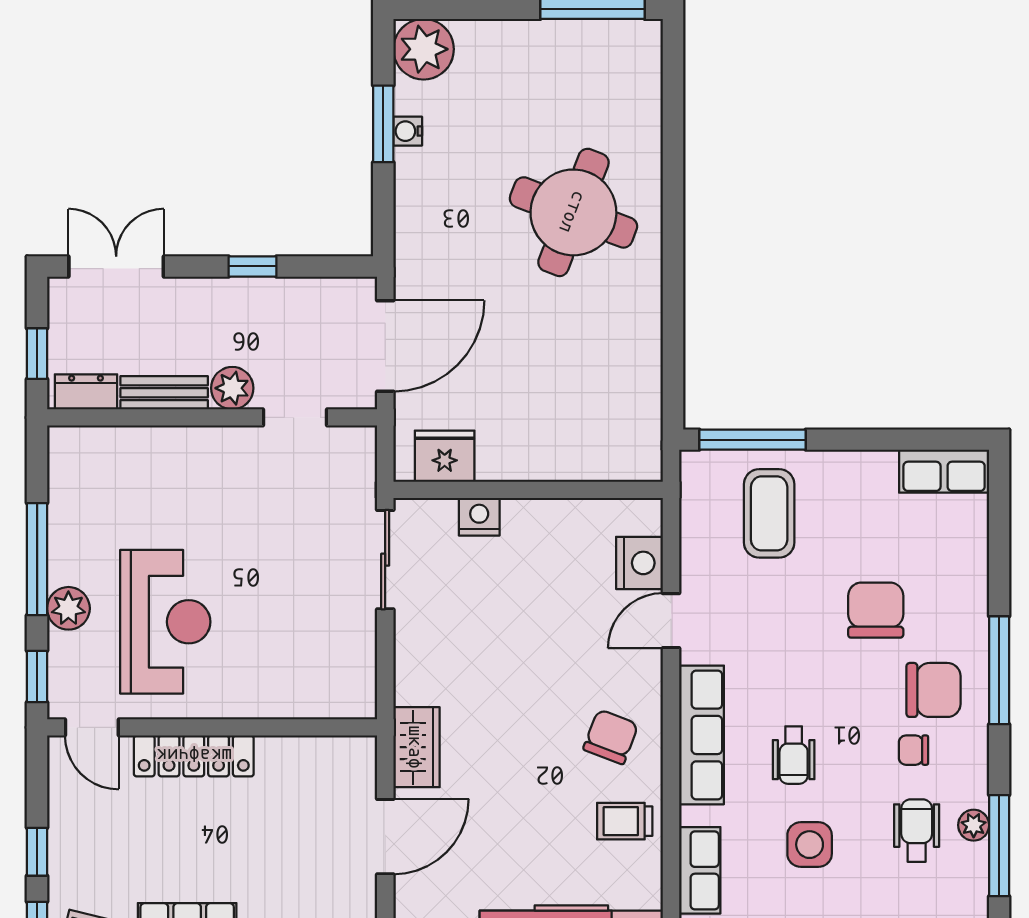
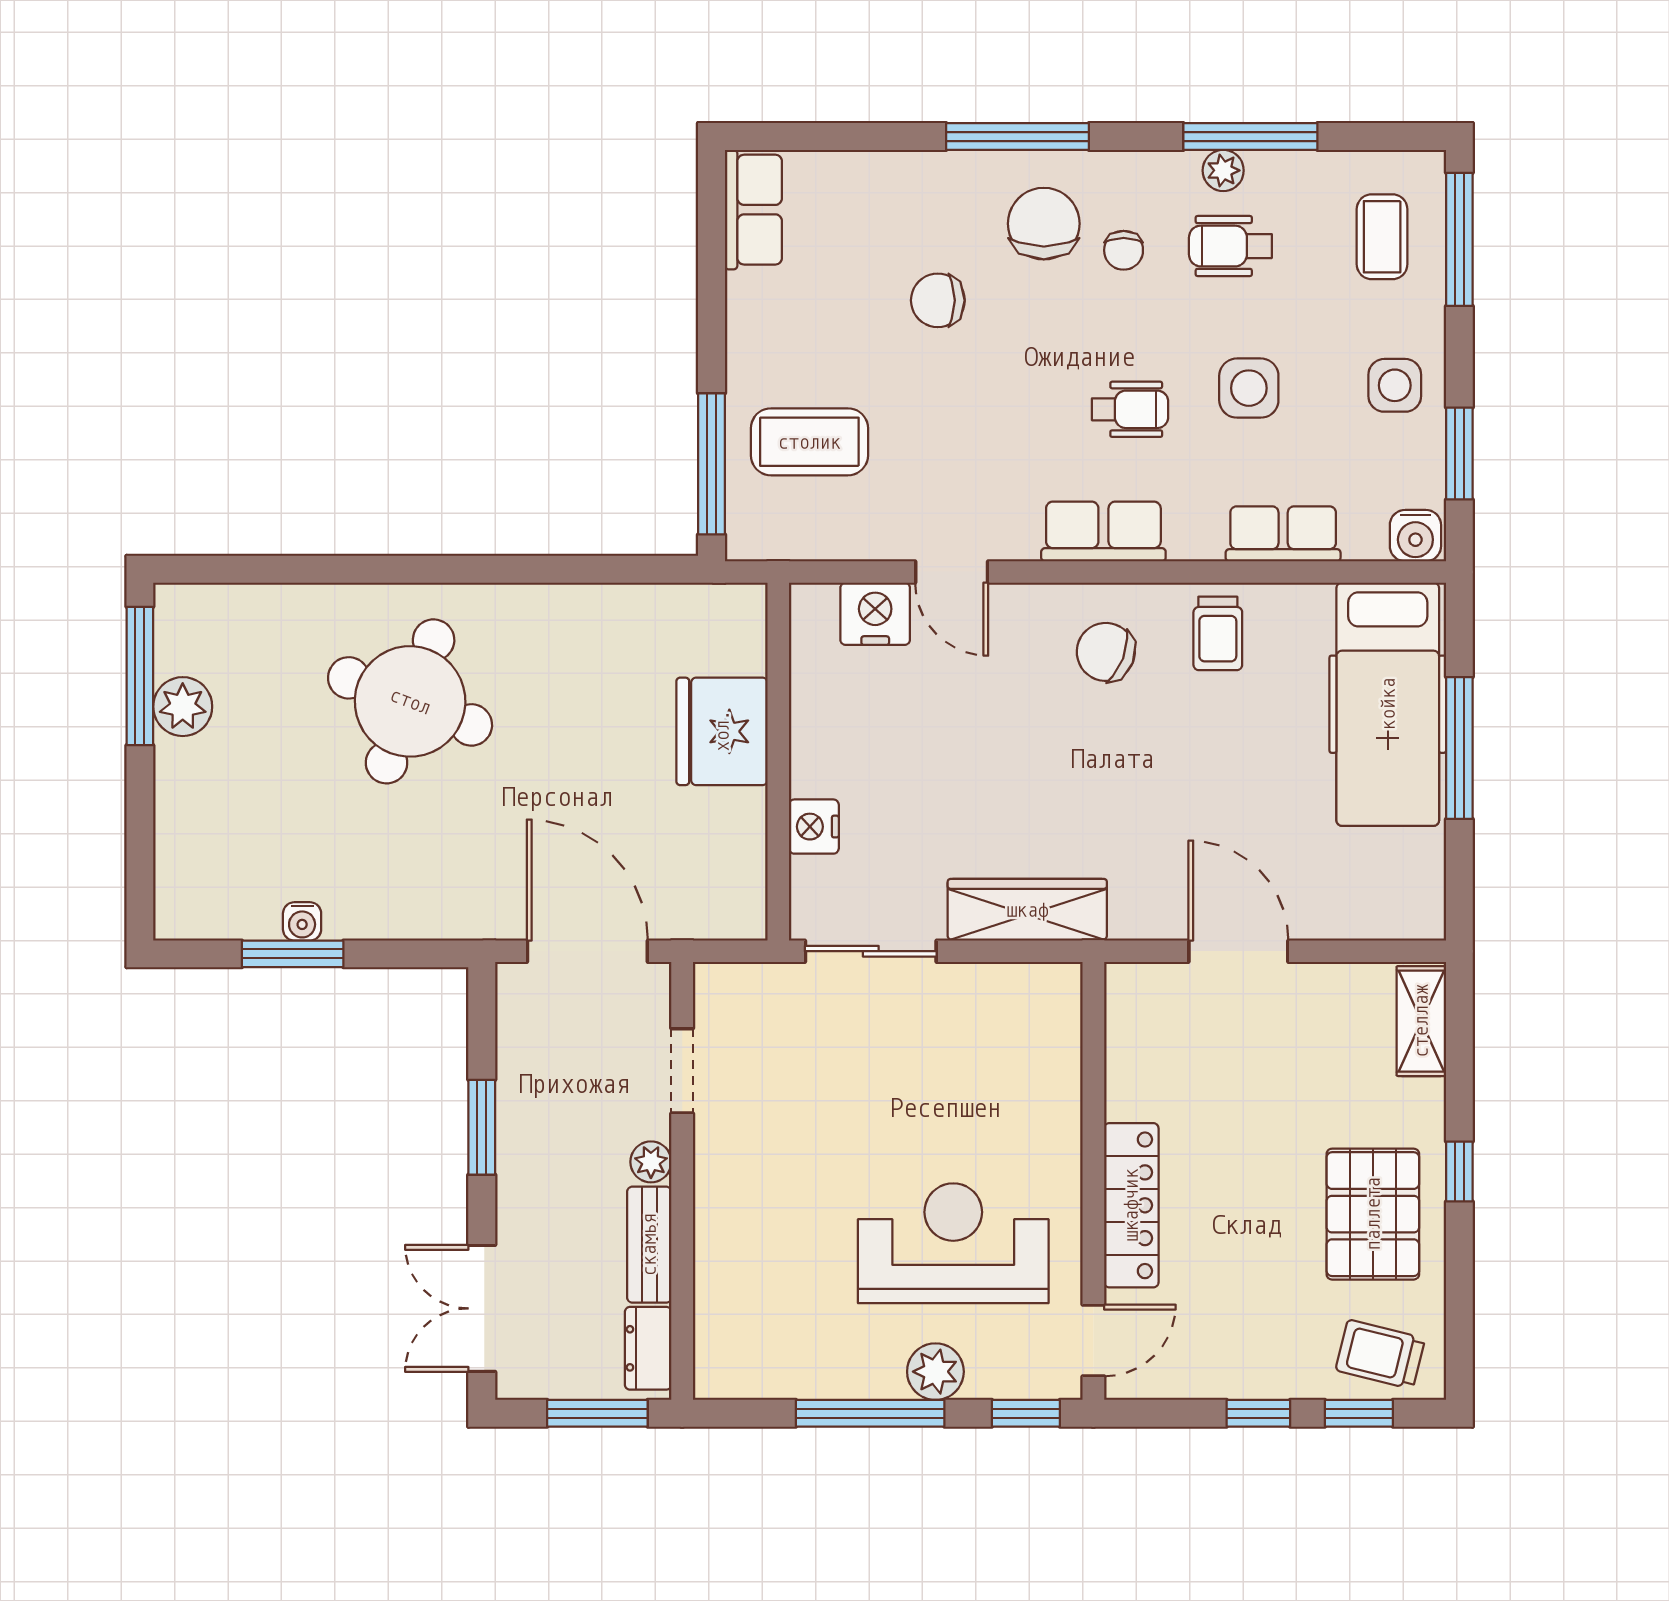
plant: (424, 49) -> (183, 707), moved, width x0.73, depth x0.73
window: (253, 266) -> (482, 1127), width x1.50
window: (37, 354) -> (597, 1413), width x1.50
plant: (232, 388) -> (651, 1162), width x0.73, depth x0.73
fridge: (445, 456) -> (722, 731), moved, width x1.36, depth x1.34
chair: (876, 610) -> (938, 300), width x0.73, depth x0.73
row of seats: (702, 735) -> (1103, 531), width x0.68
wardrobe: (416, 747) -> (1027, 910), moved, width x1.50

